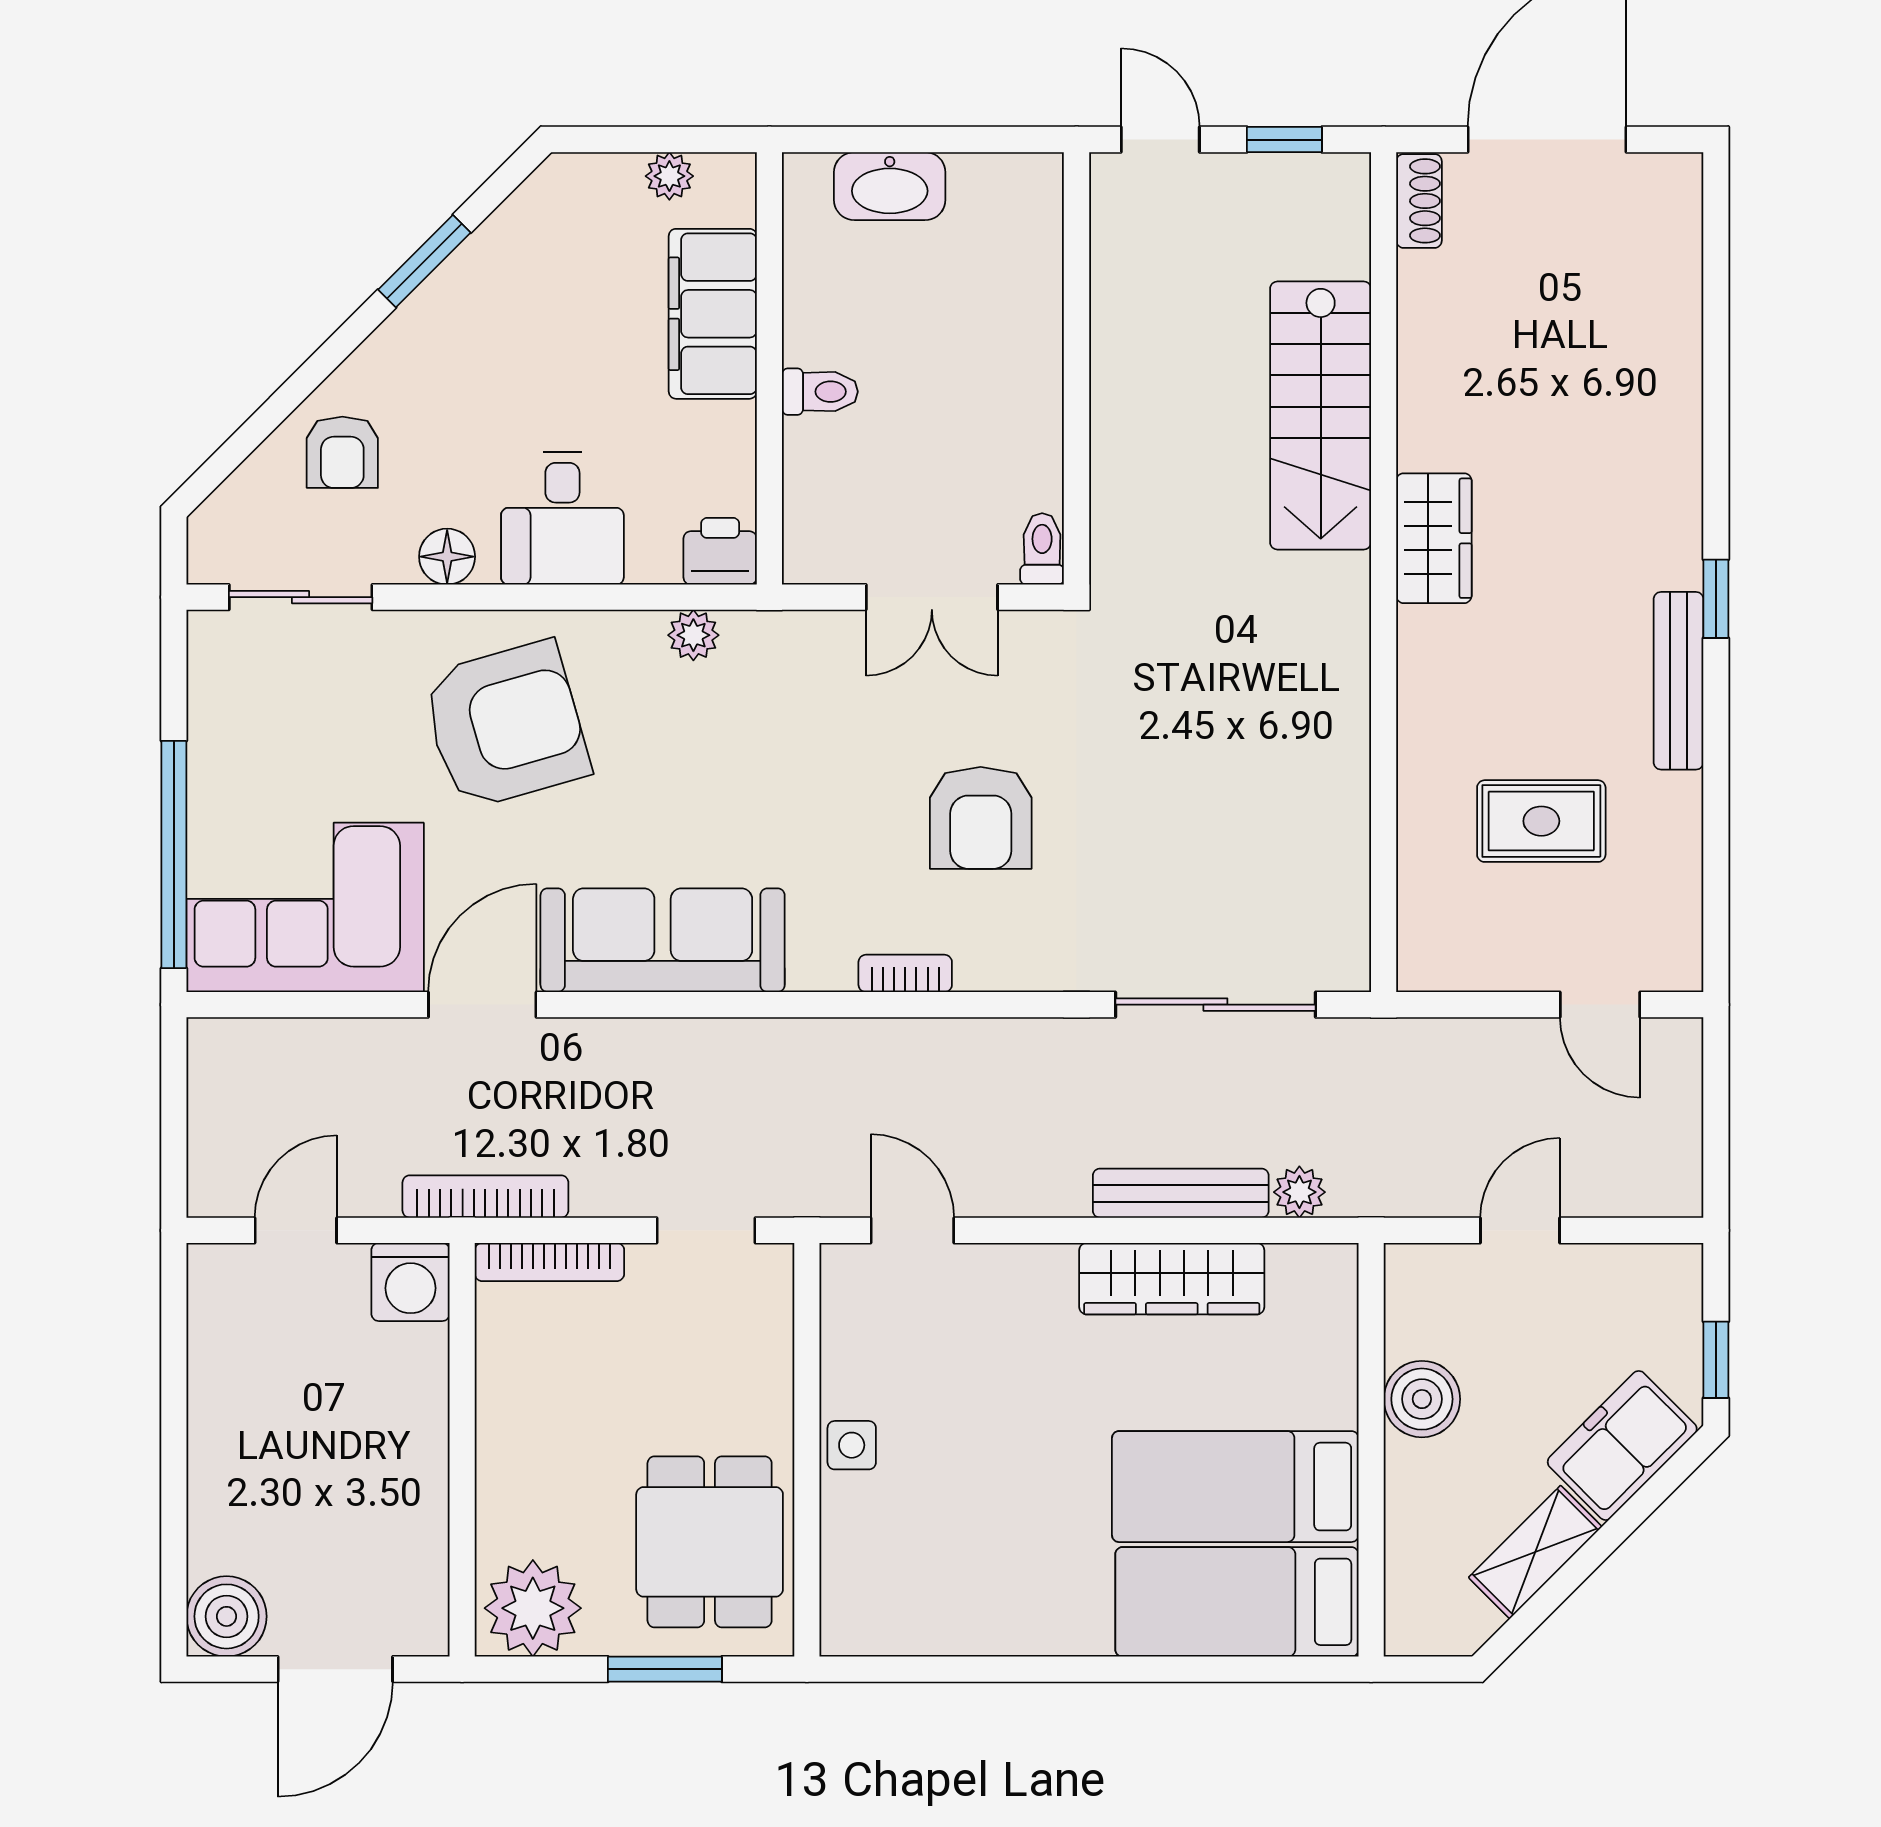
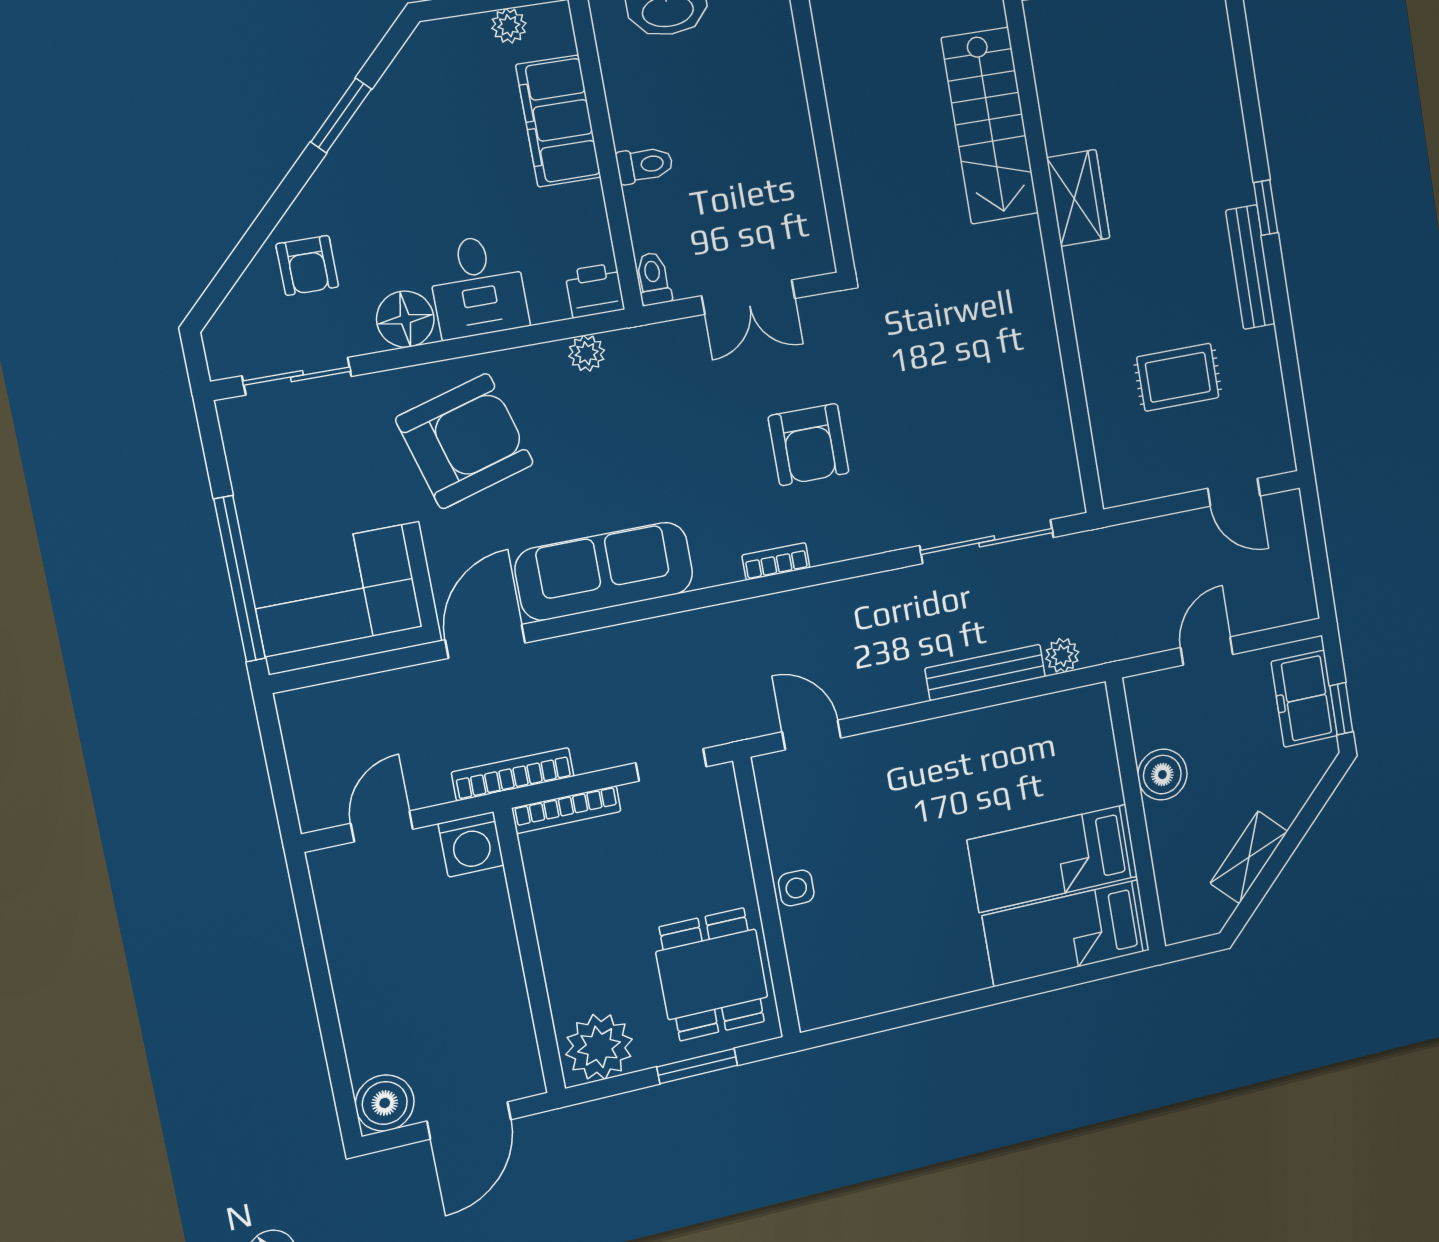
toilet: (1042, 549) -> (653, 279), moved
floor lamp: (447, 557) -> (405, 319), width x1.38, depth x1.38
wardrobe: (1172, 1279) -> (989, 731), removed
freezer: (1622, 1445) -> (1304, 699), moved, turned -45

